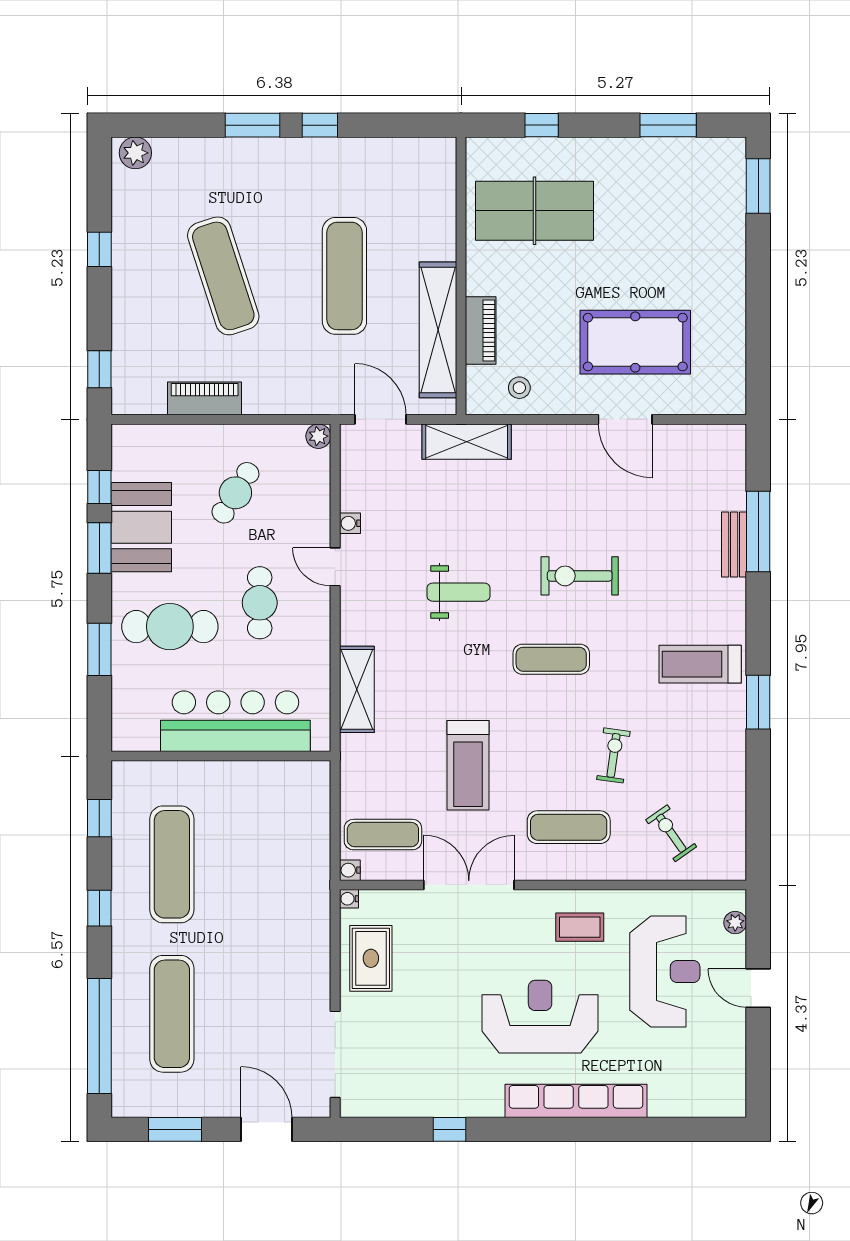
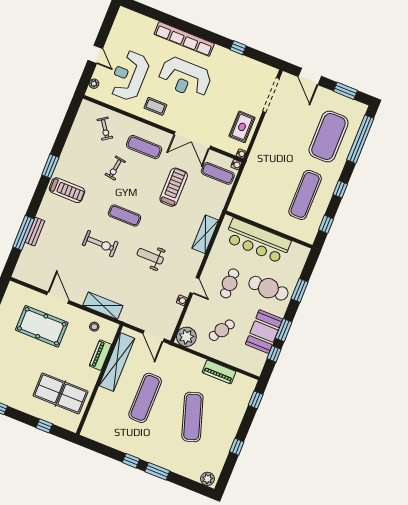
plant: (318, 436) -> (186, 337), width x1.87, depth x1.87
shelving: (467, 442) -> (103, 306), moved
exercise mat: (172, 1014) -> (329, 136), width x1.47

